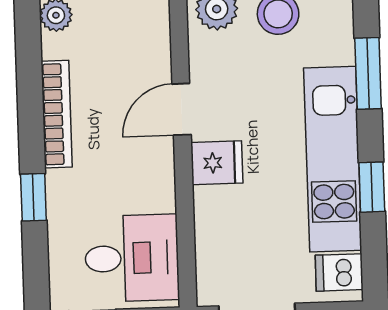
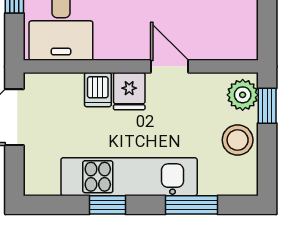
dishwasher: (339, 272) -> (98, 90), moved, turned 180

